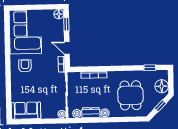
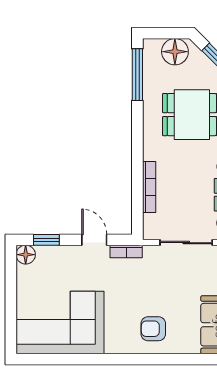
door: (67, 48) -> (94, 240), swing flipped
armchair: (25, 66) -> (153, 329), moved
window: (150, 68) -> (137, 75), width x2.17

